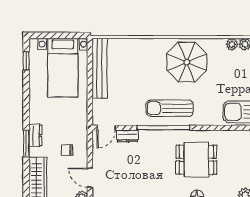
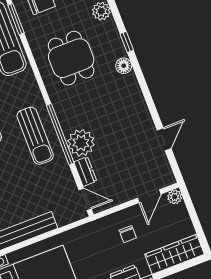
plant: (151, 141) -> (81, 143), added
dining table: (196, 160) -> (71, 58), moved

